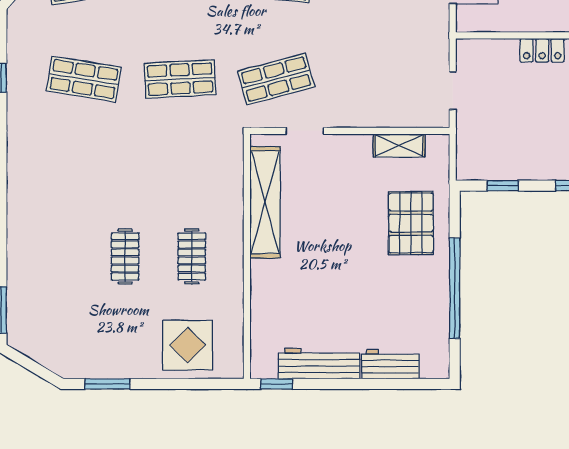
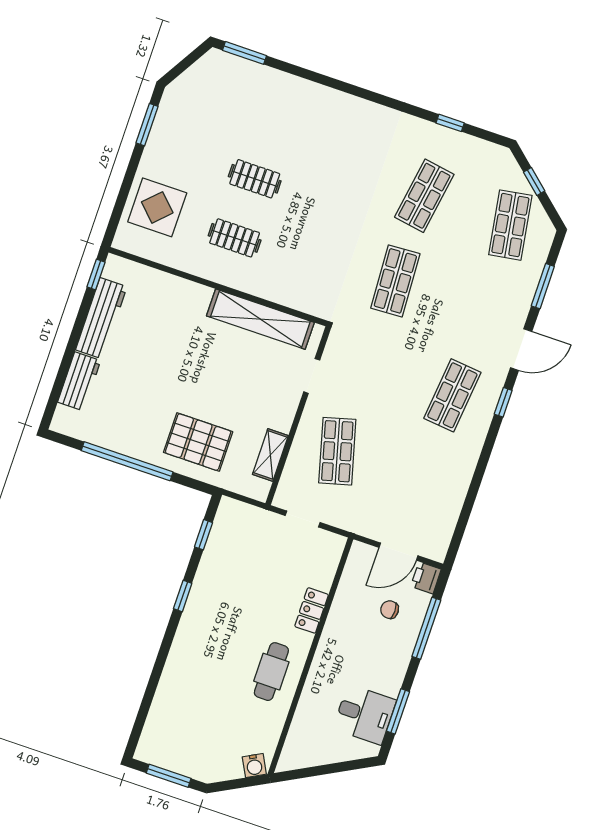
shop shelf: (276, 79) -> (337, 451), moved

